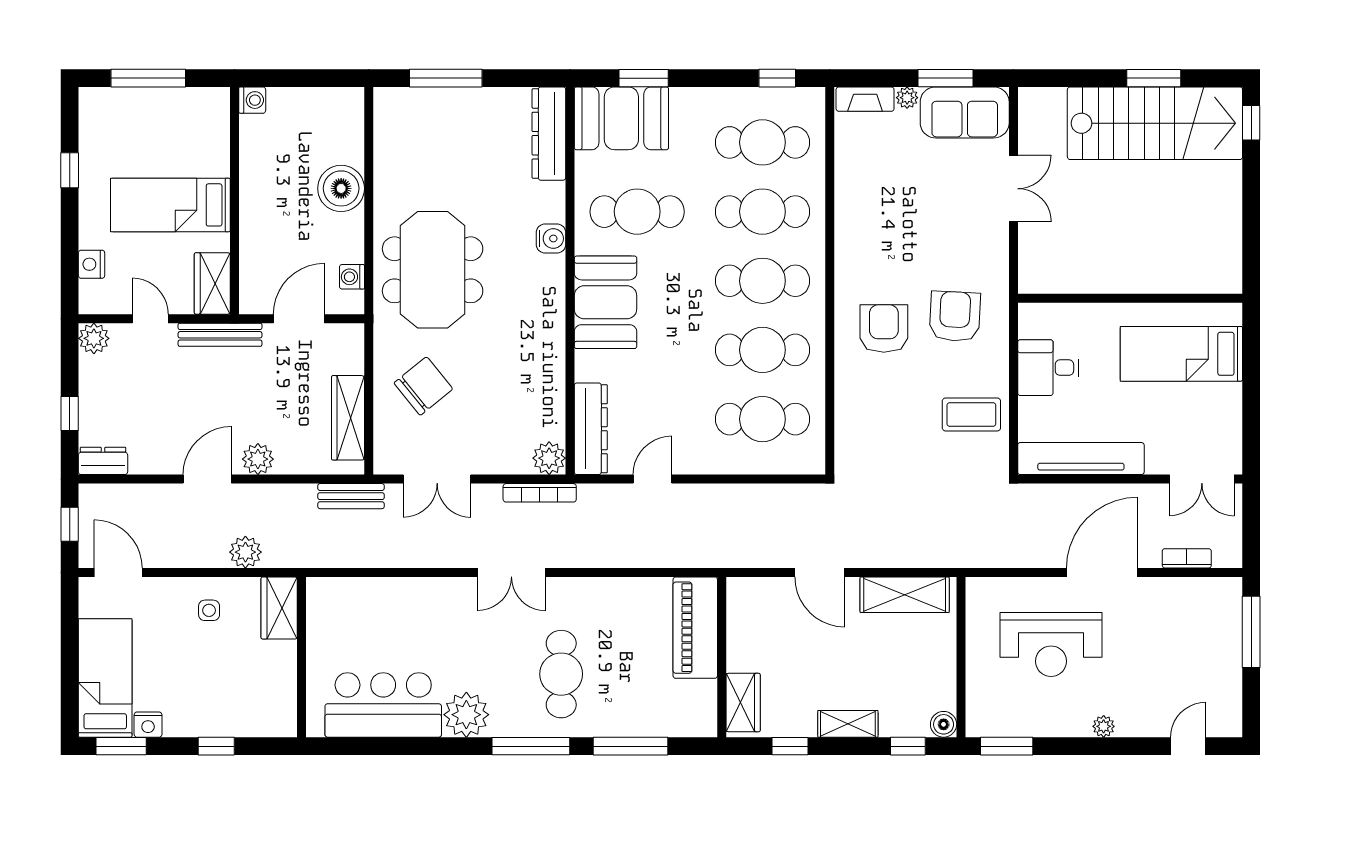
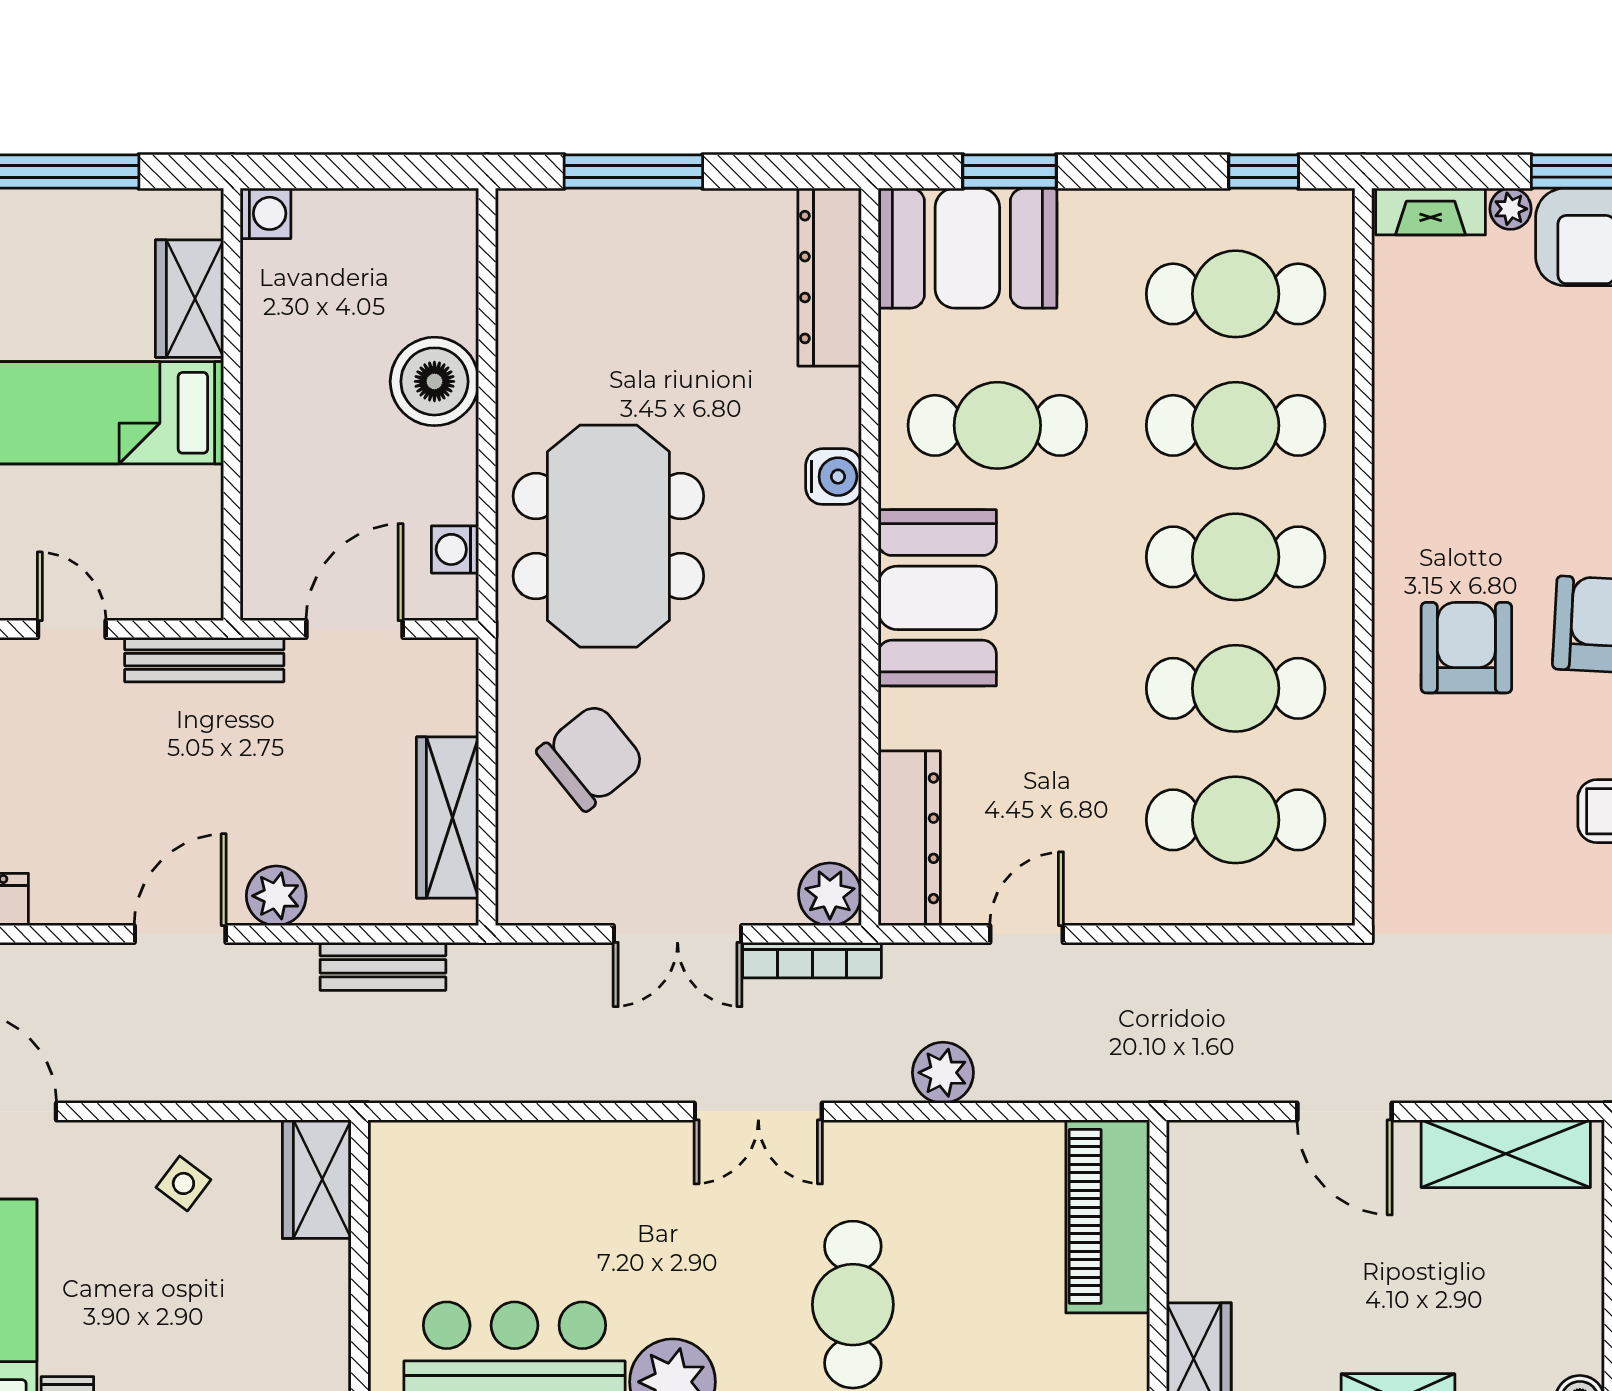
wardrobe: (212, 283) -> (190, 299), moved
double door: (437, 479) -> (678, 934), moved
bench: (351, 496) -> (383, 966), moved
plant: (245, 552) -> (943, 1073), moved
side table: (209, 610) -> (183, 1183), turned 37

